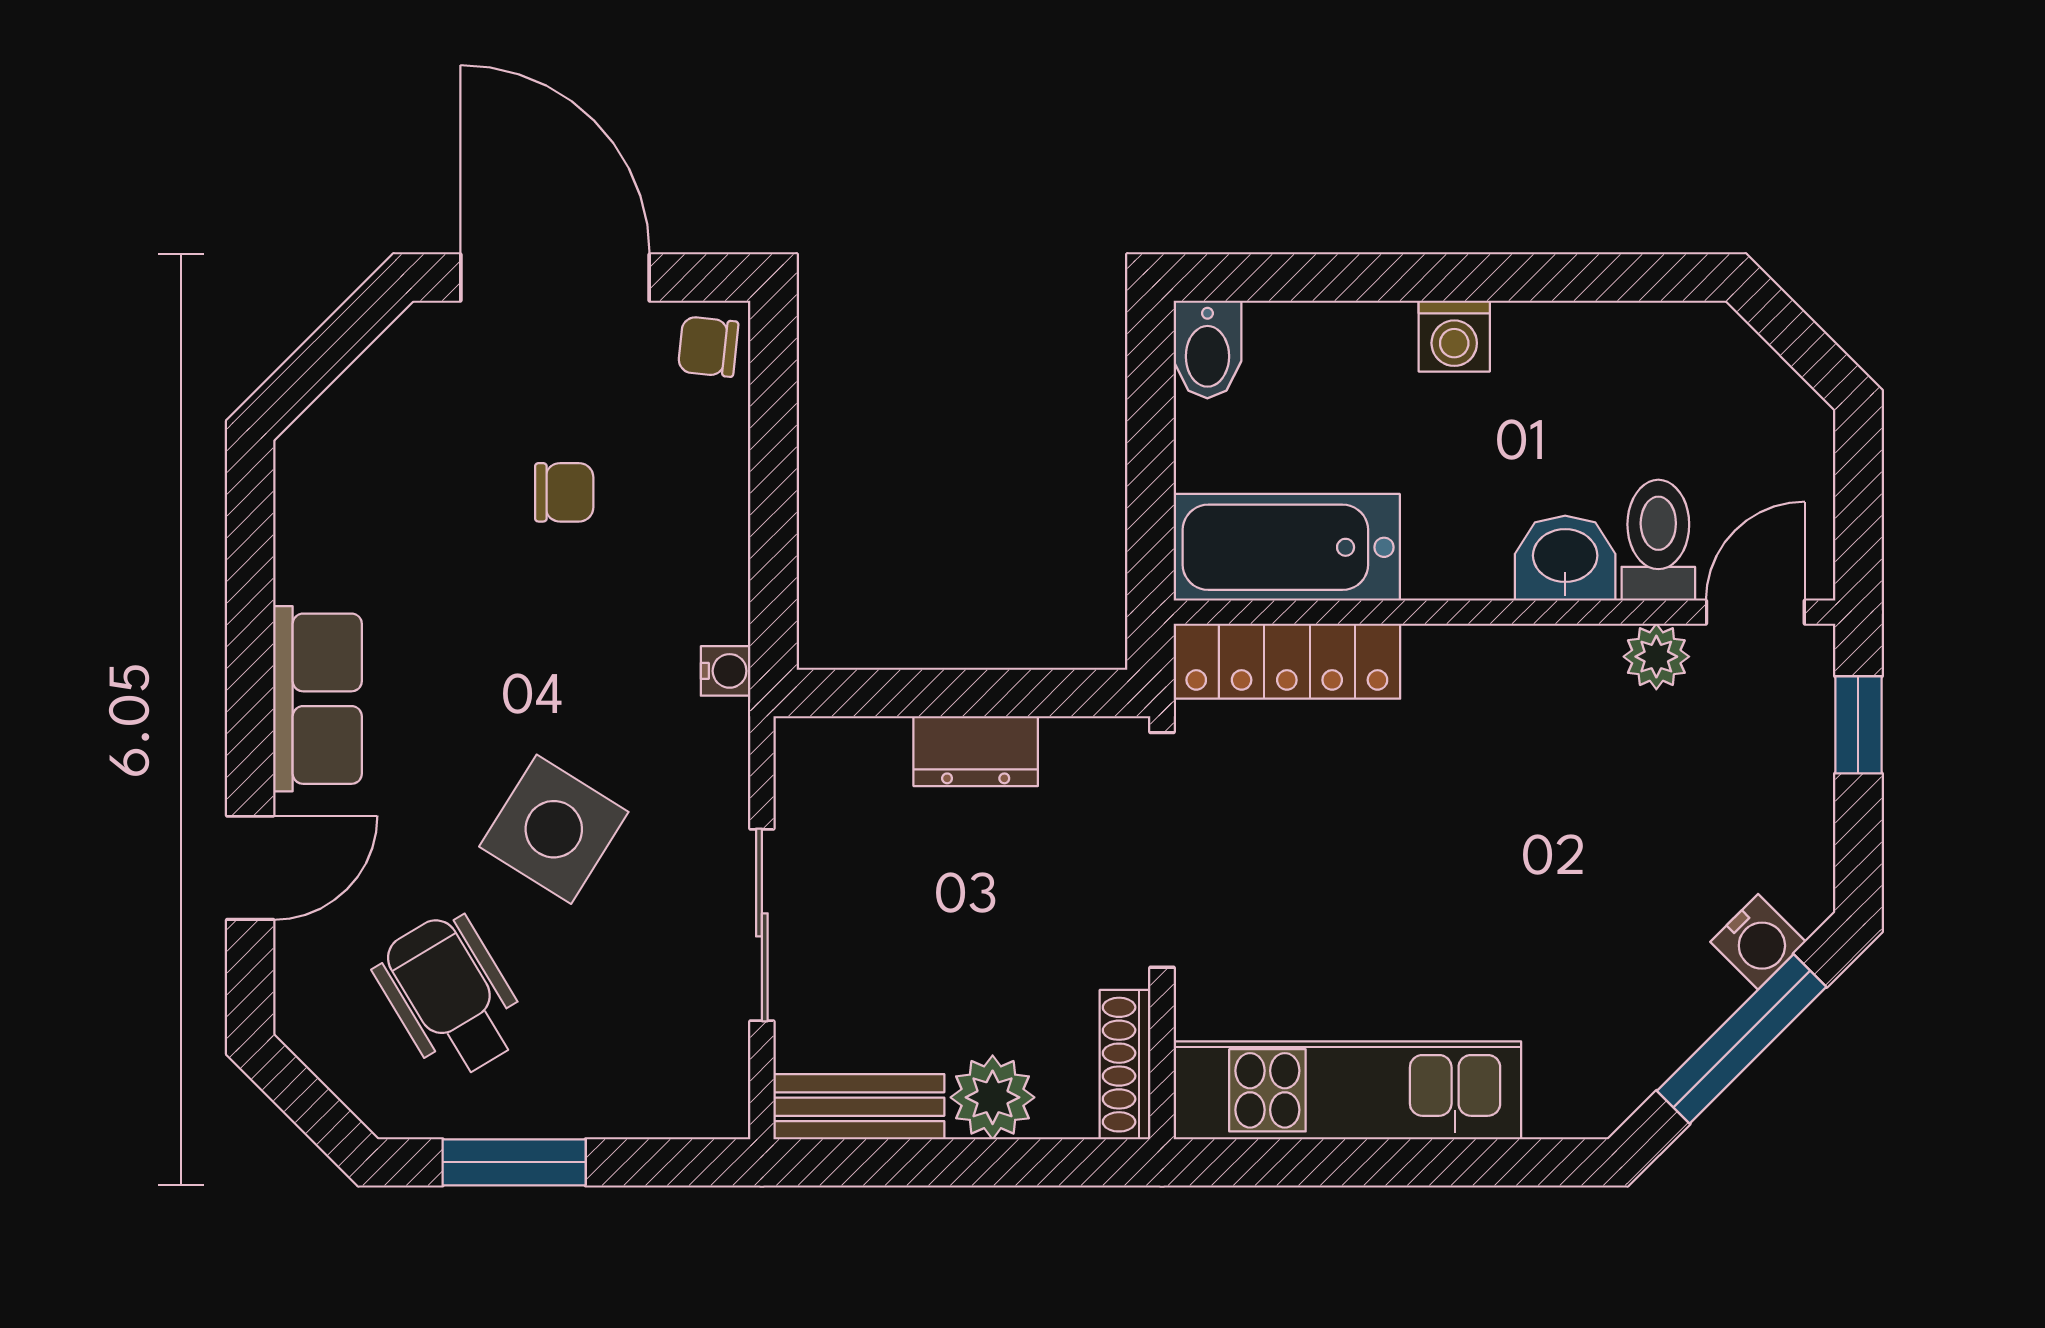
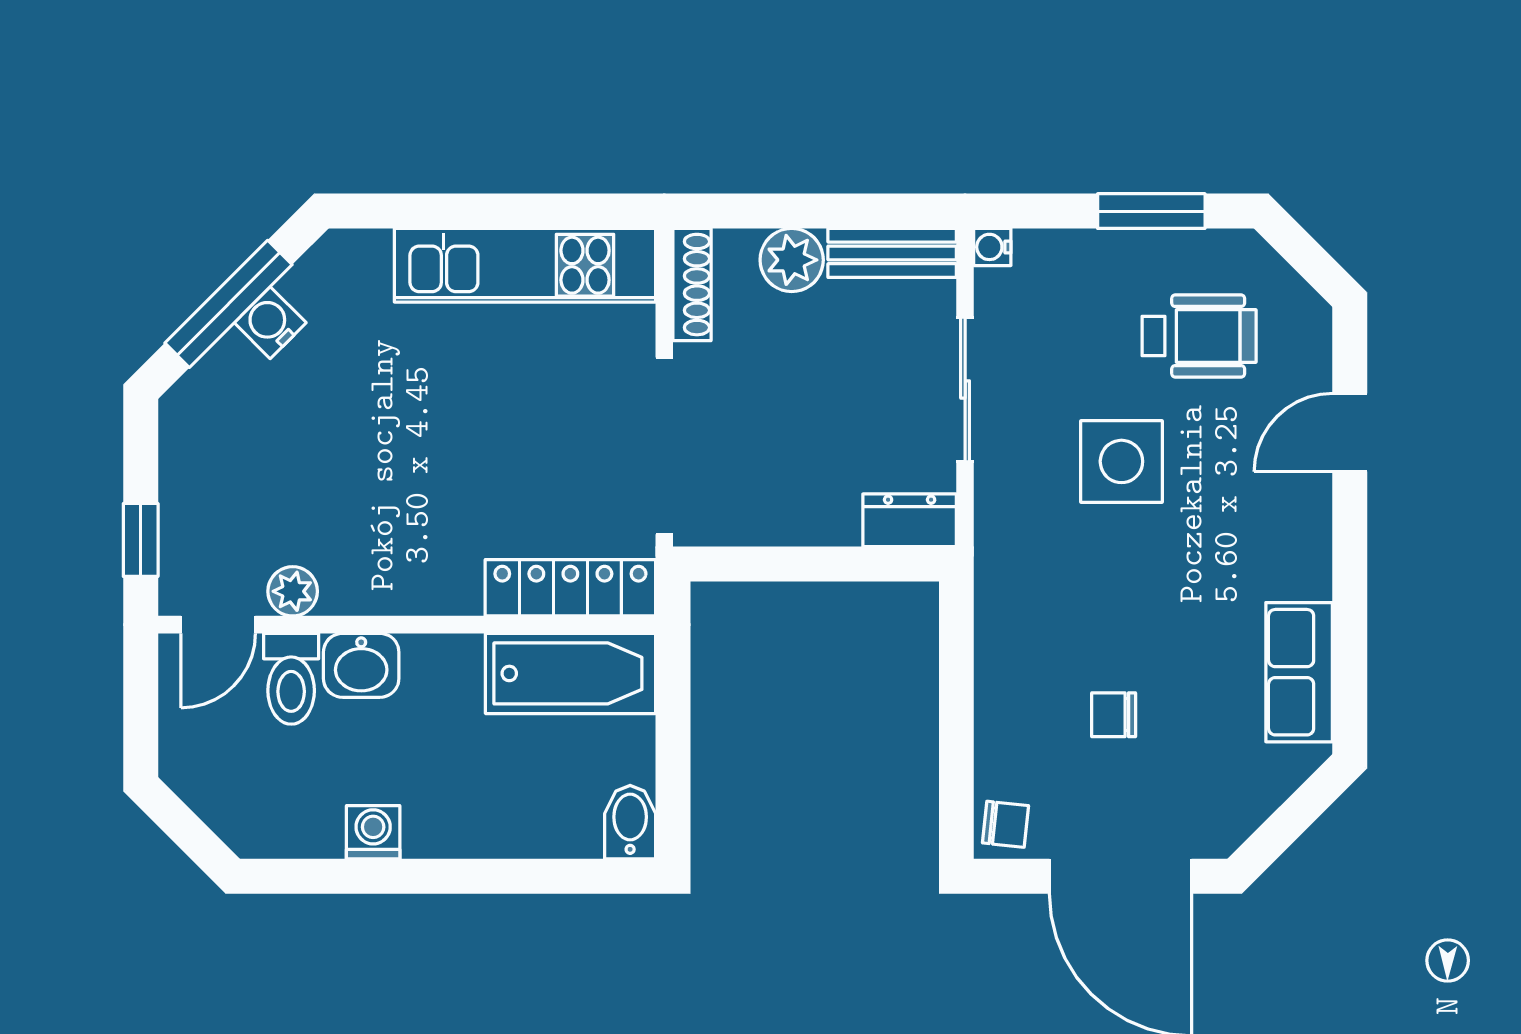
washing machine: (1454, 336) -> (373, 832), moved
water cooler: (726, 671) -> (992, 247), moved
row of seats: (318, 699) -> (1299, 672), moved
dresser: (976, 751) -> (910, 520), moved
side table: (554, 829) -> (1121, 461), turned -32
water cooler: (1758, 942) -> (270, 323), moved
wheelchair: (451, 996) -> (1199, 336), turned -59

